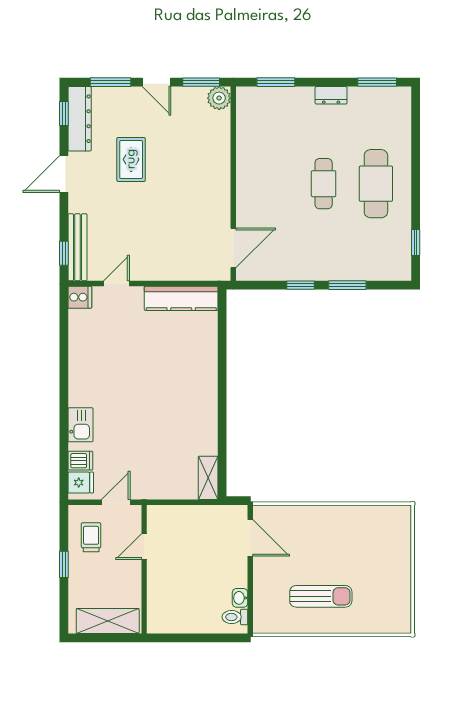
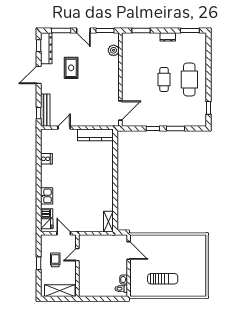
plant: (219, 98) -> (114, 50), moved
cooker: (80, 297) -> (46, 159), moved
door: (116, 502) -> (64, 233), hinge flipped
trolley: (91, 537) -> (55, 260), moved

